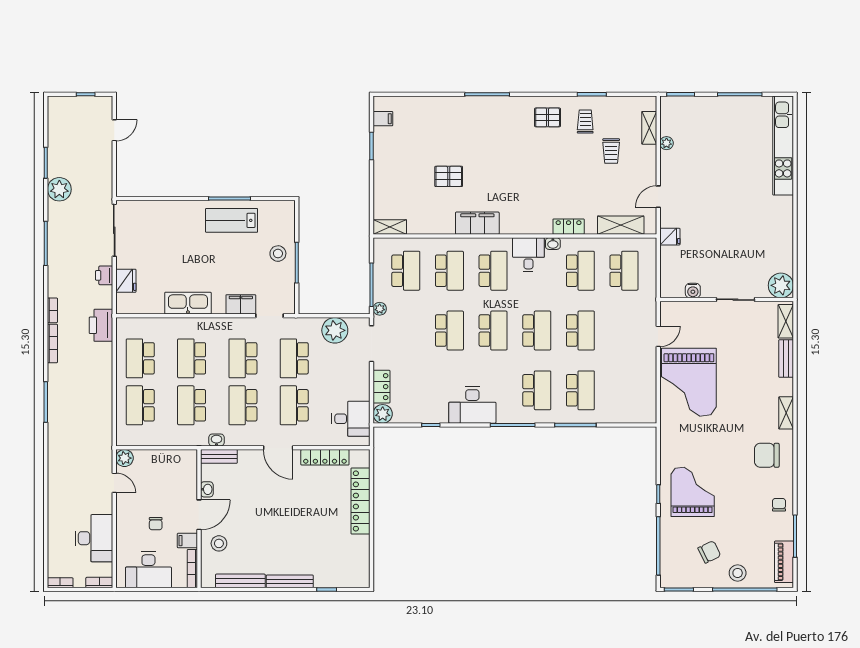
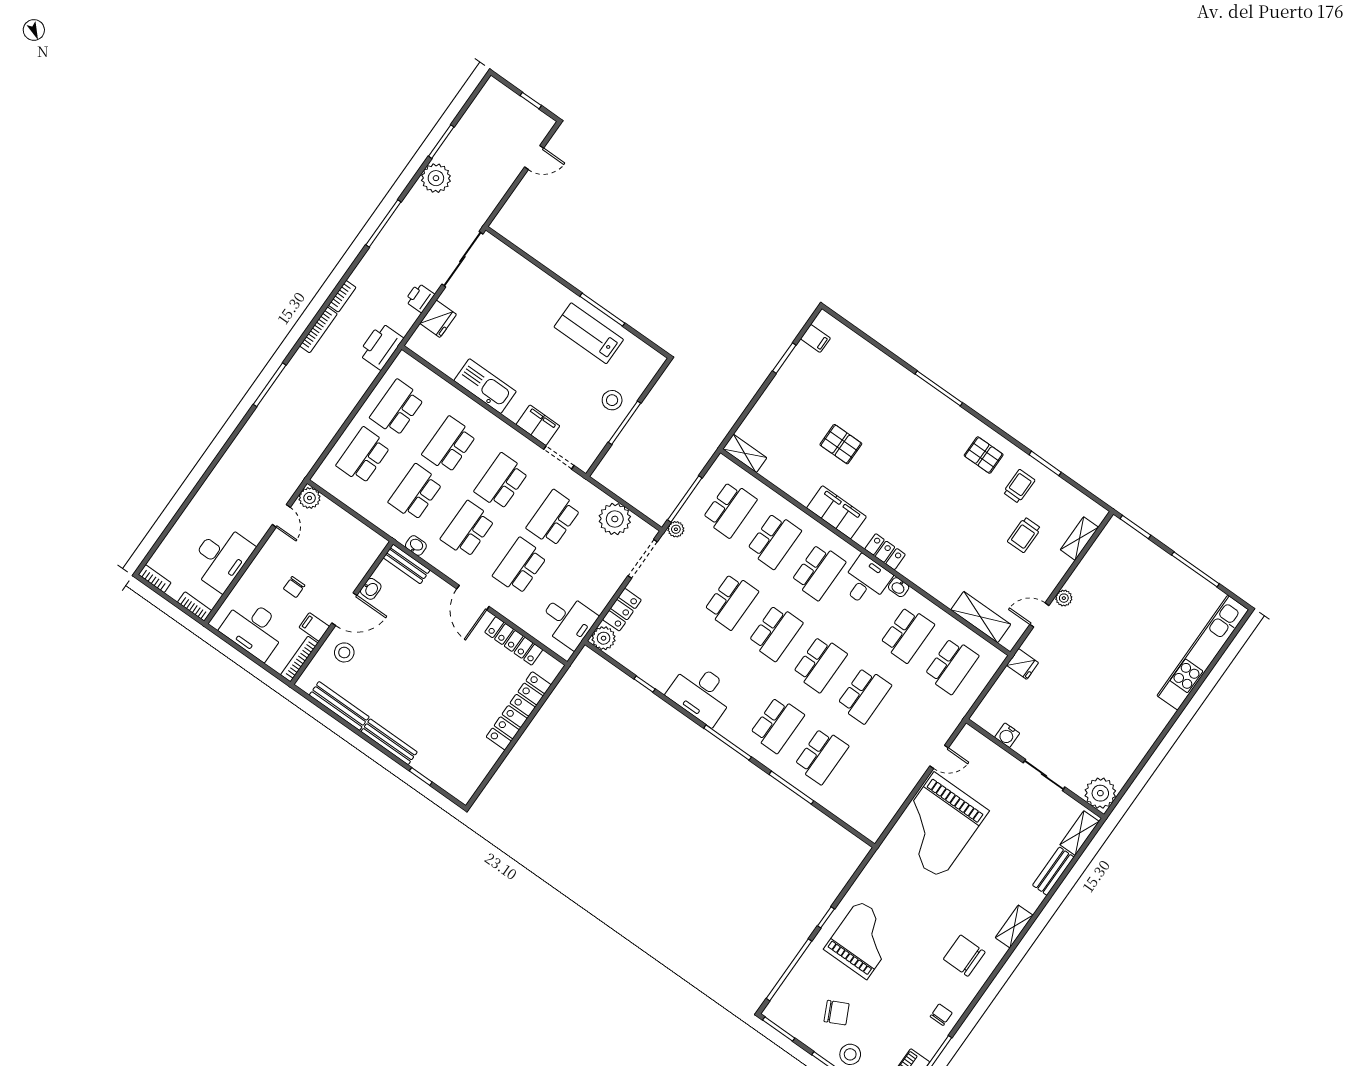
plant: (666, 143) -> (1064, 598), moved
locker: (569, 227) -> (885, 552), moved

